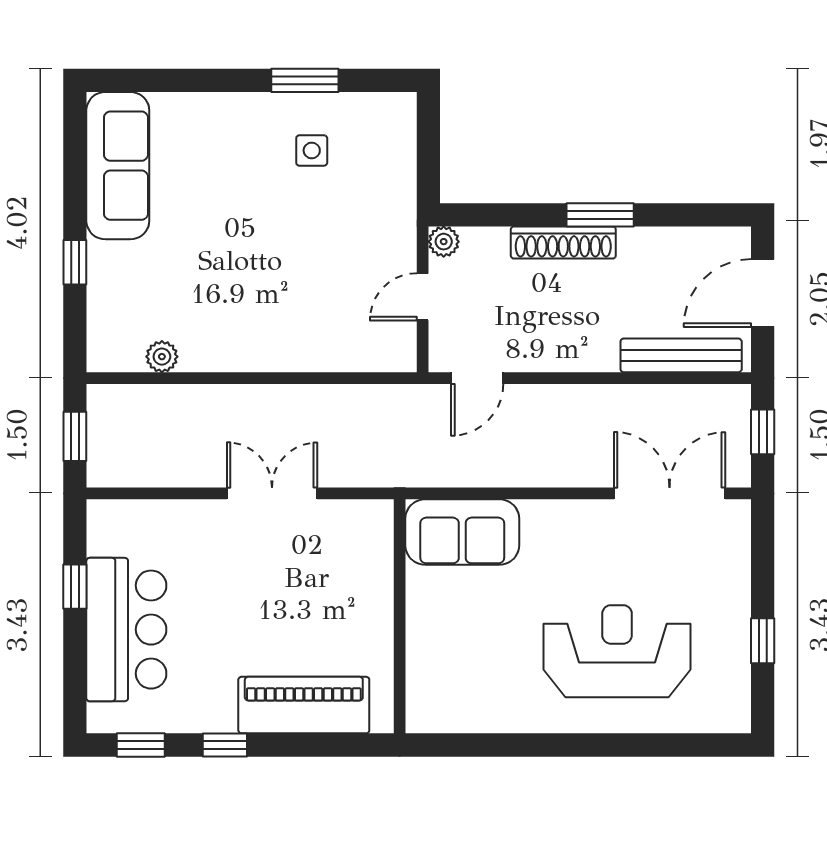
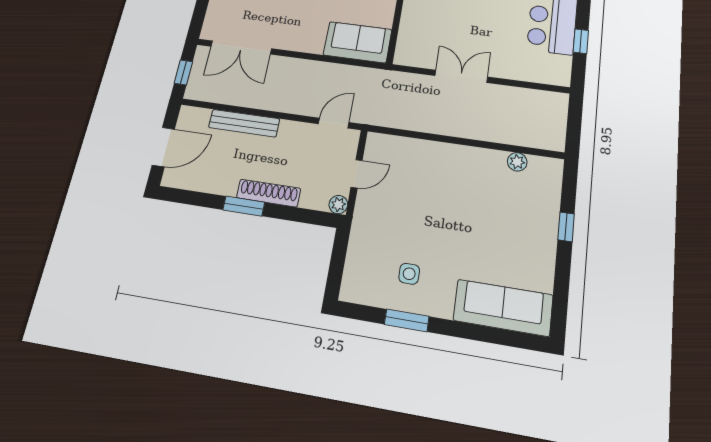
sofa: (118, 166) -> (503, 308), moved, turned 90
bench: (681, 355) -> (244, 123), moved
window: (75, 436) -> (574, 123), removed
double door: (272, 493) -> (461, 76), swing flipped

